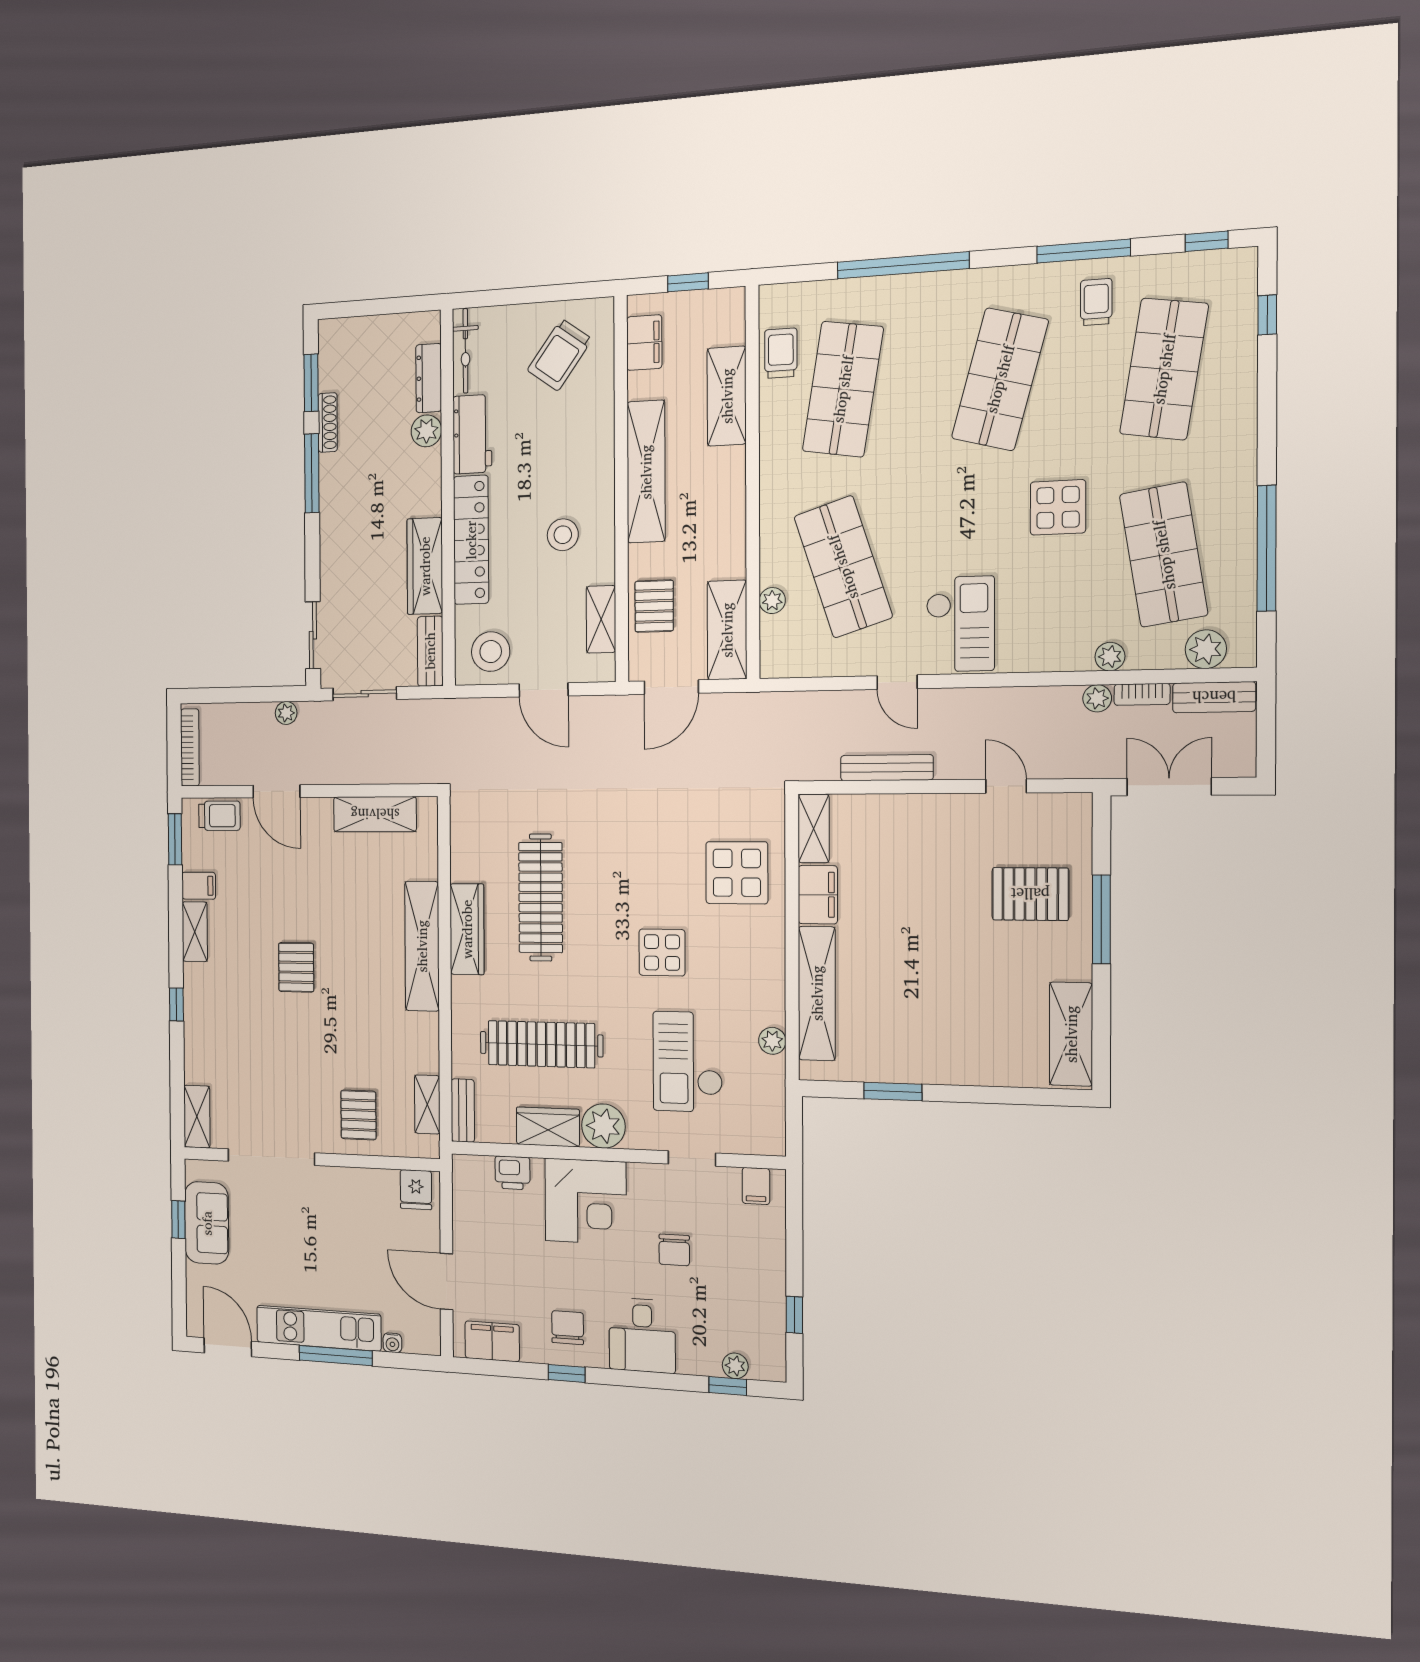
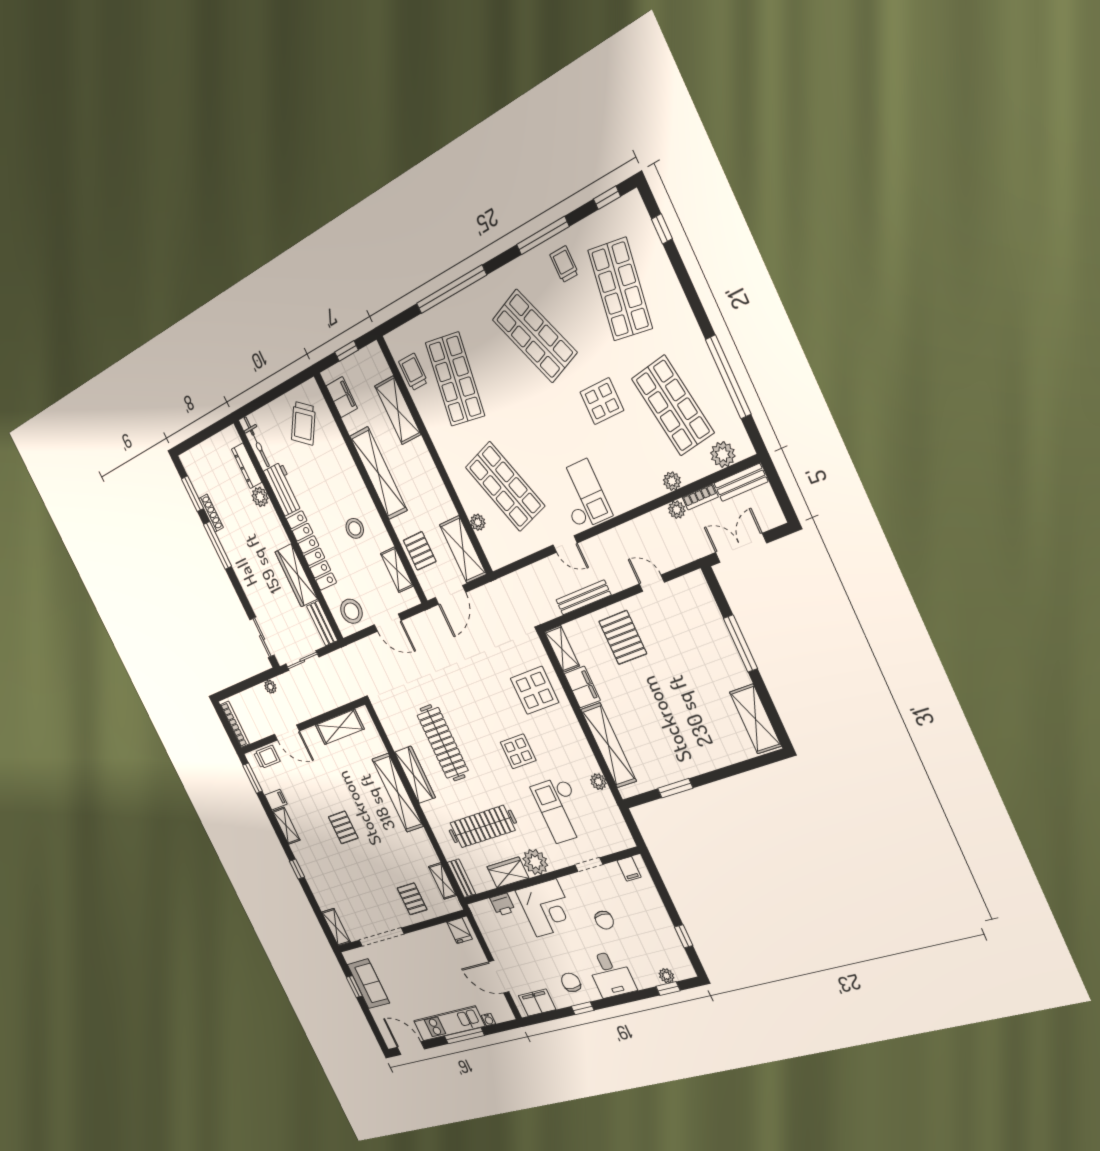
shop shelf: (1000, 379) -> (535, 336), turned -36
pallet: (1030, 894) -> (623, 637), moved, turned 90

